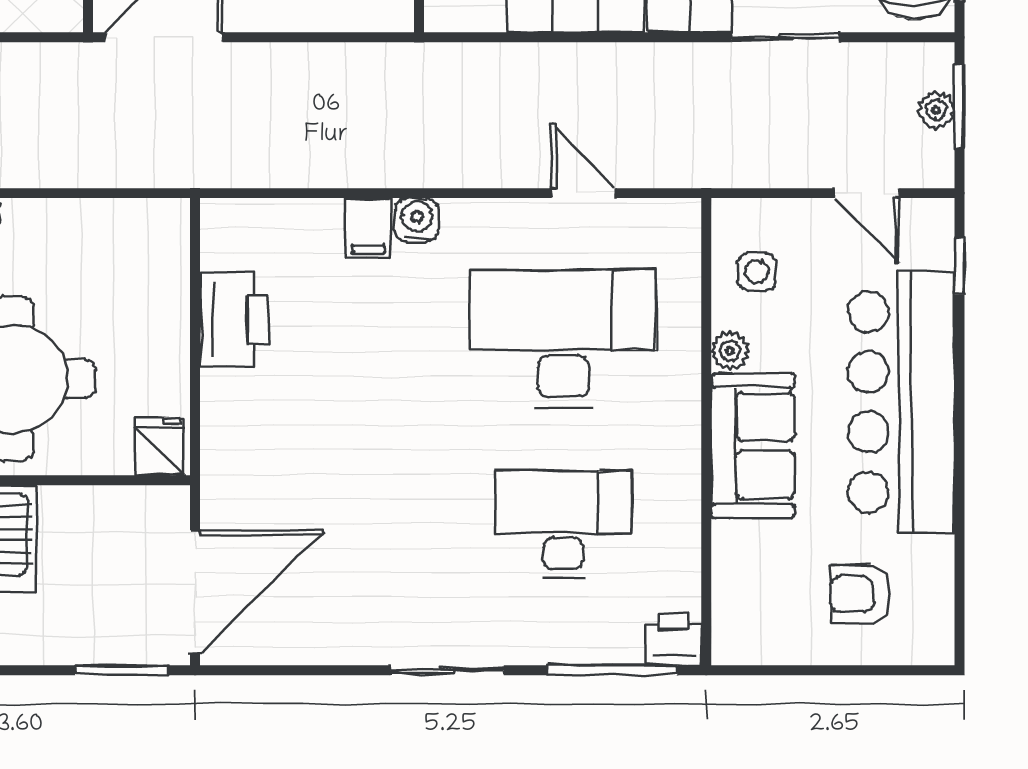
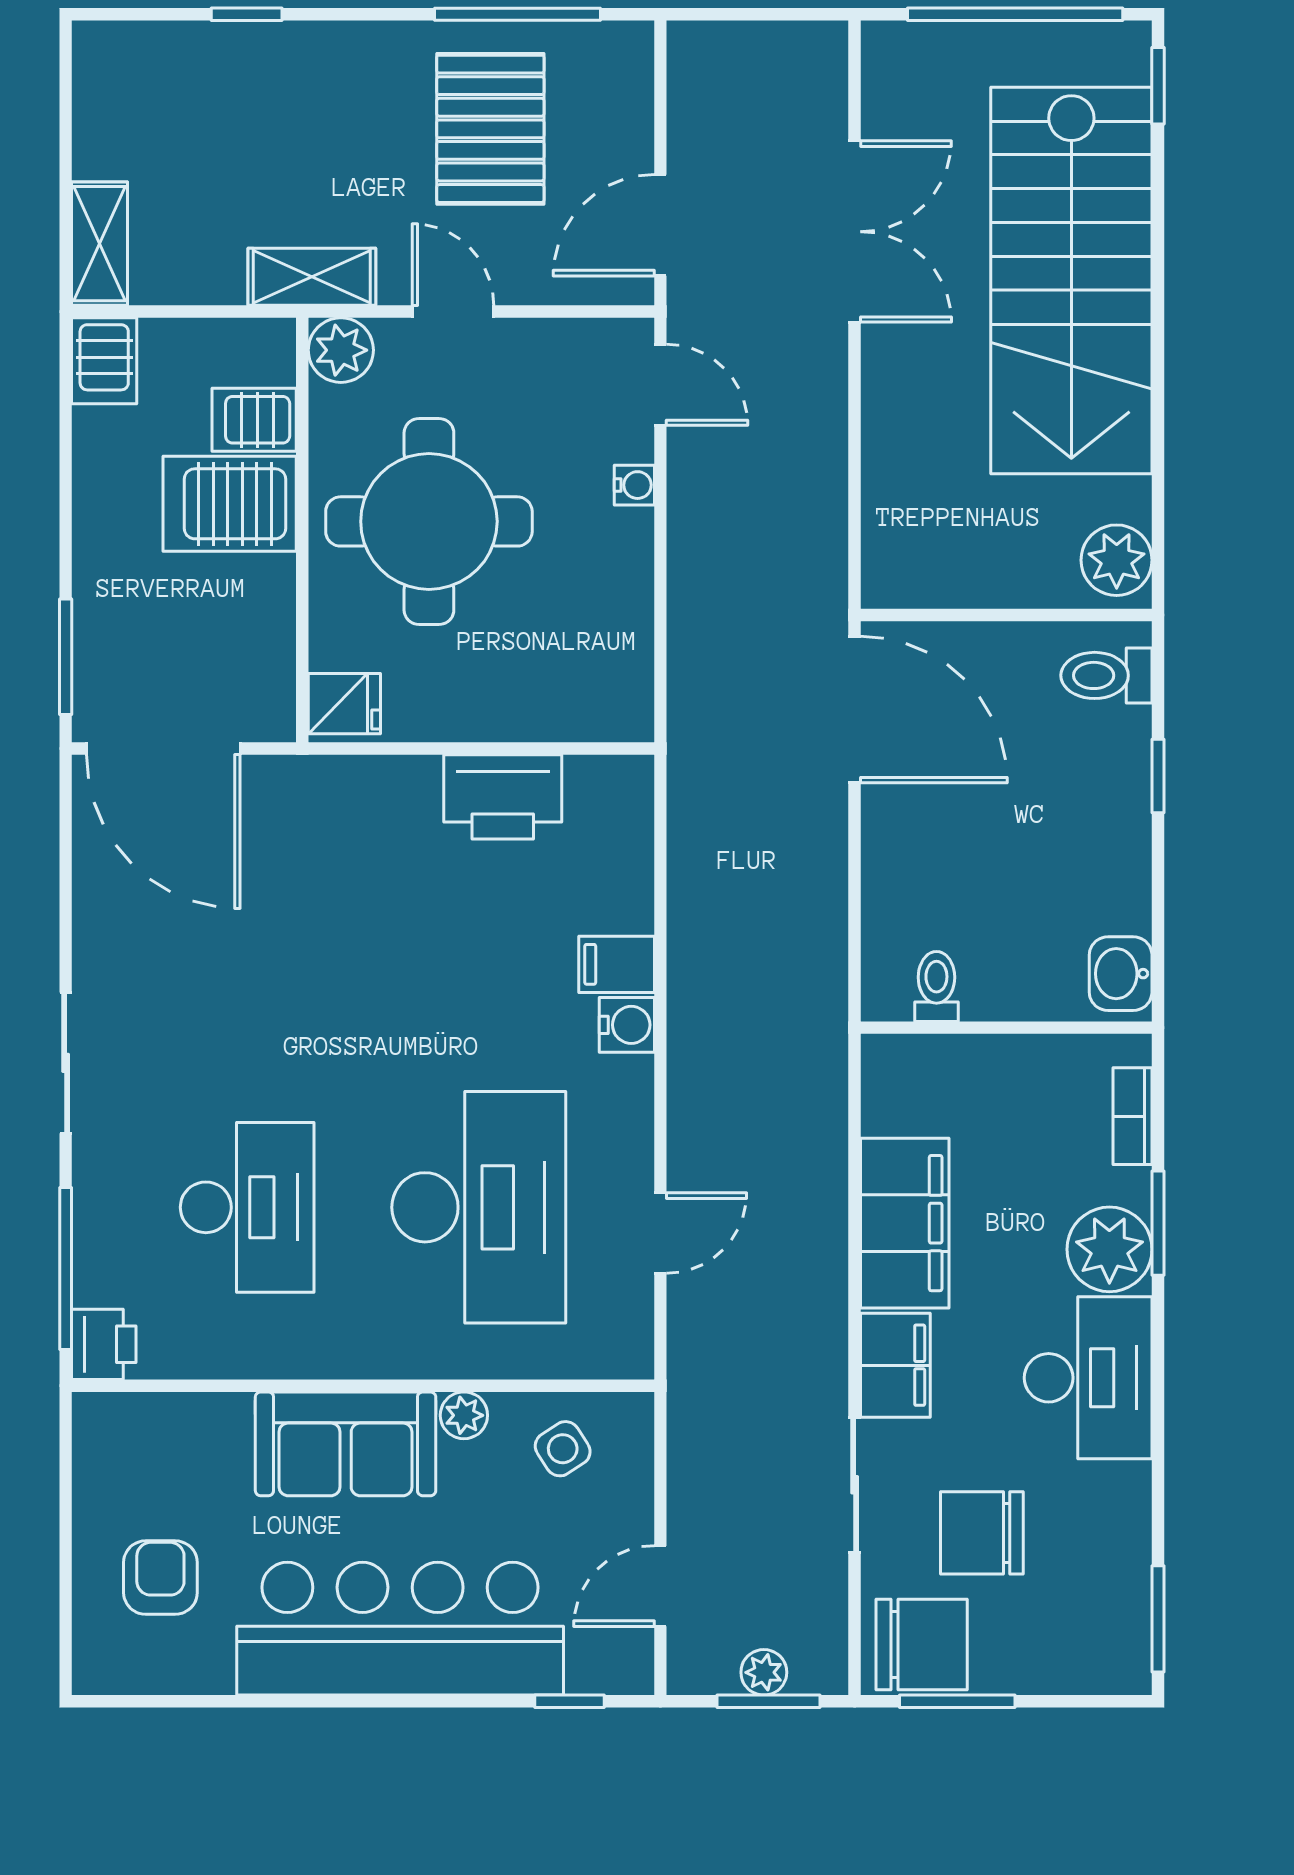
side table: (757, 271) -> (563, 1449), turned -33

